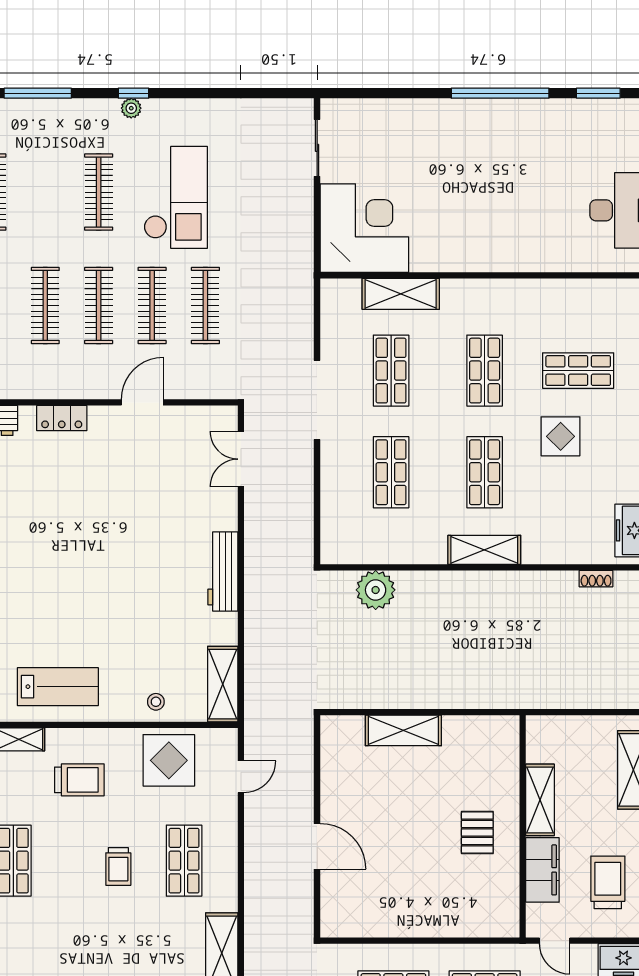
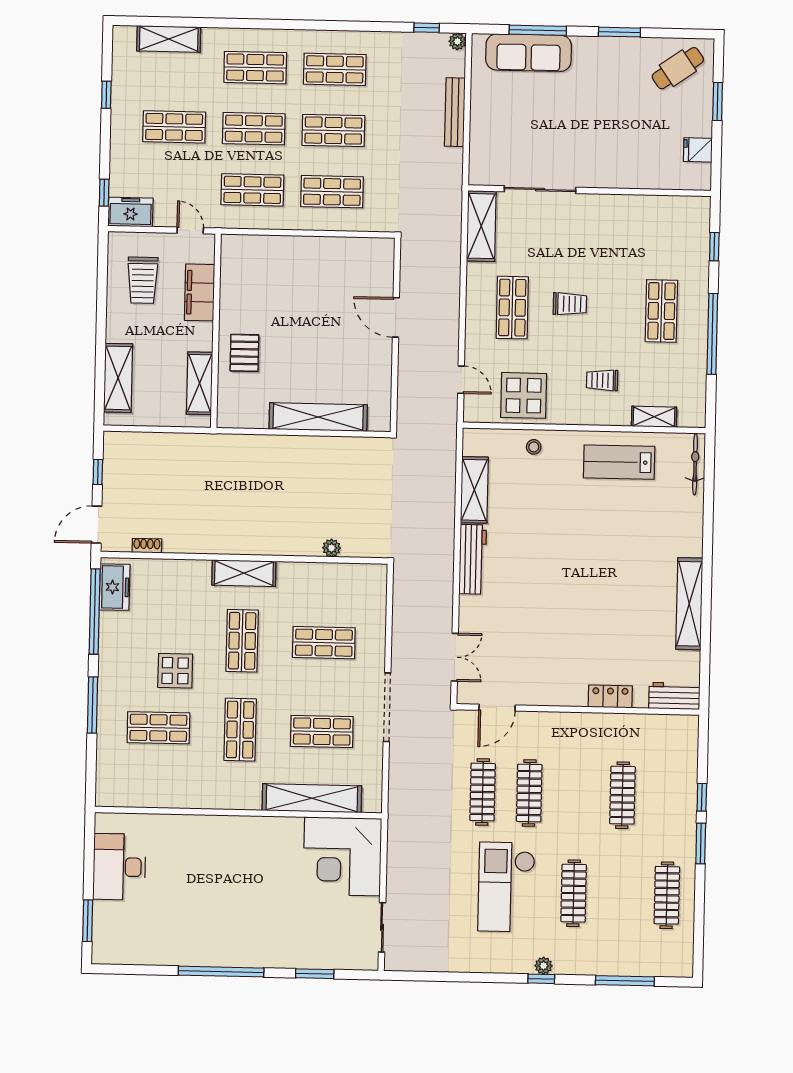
window: (598, 93) -> (315, 974), moved
shelving: (401, 294) -> (312, 798), width x1.47
clothes rail: (99, 305) -> (576, 794), removed
shop shelf: (391, 371) -> (322, 731), turned 90
door: (142, 402) -> (497, 708), moved
shop shelf: (391, 472) -> (324, 643), turned 90
plant: (376, 590) -> (332, 548), width x0.53, depth x0.53
shelving: (223, 684) -> (474, 490), moved
shelving: (403, 730) -> (318, 417), width x1.47
door: (241, 777) -> (461, 380), swing flipped
trolley: (79, 780) -> (602, 380), width x0.73, depth x0.72
shelving: (540, 800) -> (200, 383), moved
pallet: (477, 833) -> (244, 353), moved
trolley: (118, 866) -> (570, 304), turned 90

